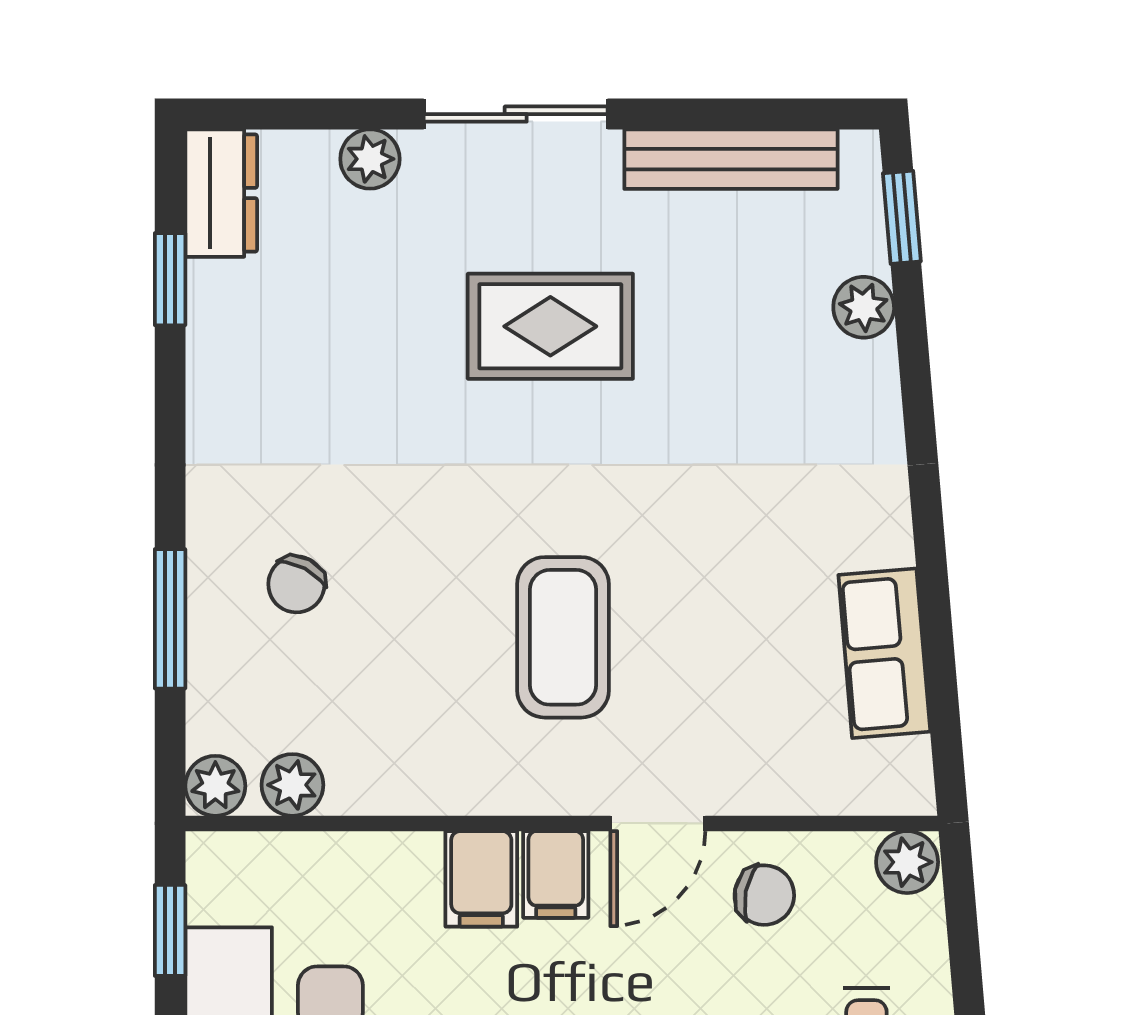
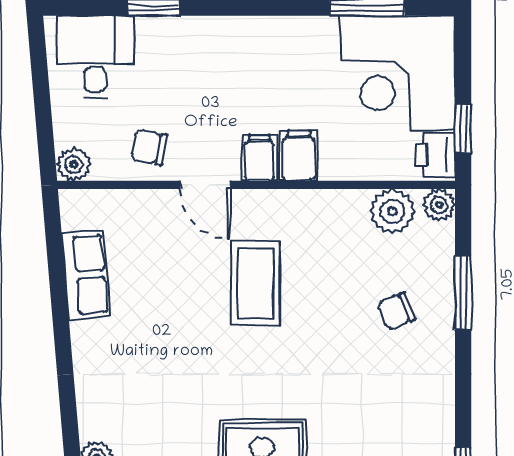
chair: (296, 584) -> (396, 311), turned -140
plant: (292, 785) -> (392, 211), width x1.38, depth x1.38
door: (658, 823) -> (205, 185), swing flipped
printer: (223, 880) -> (435, 155), added

